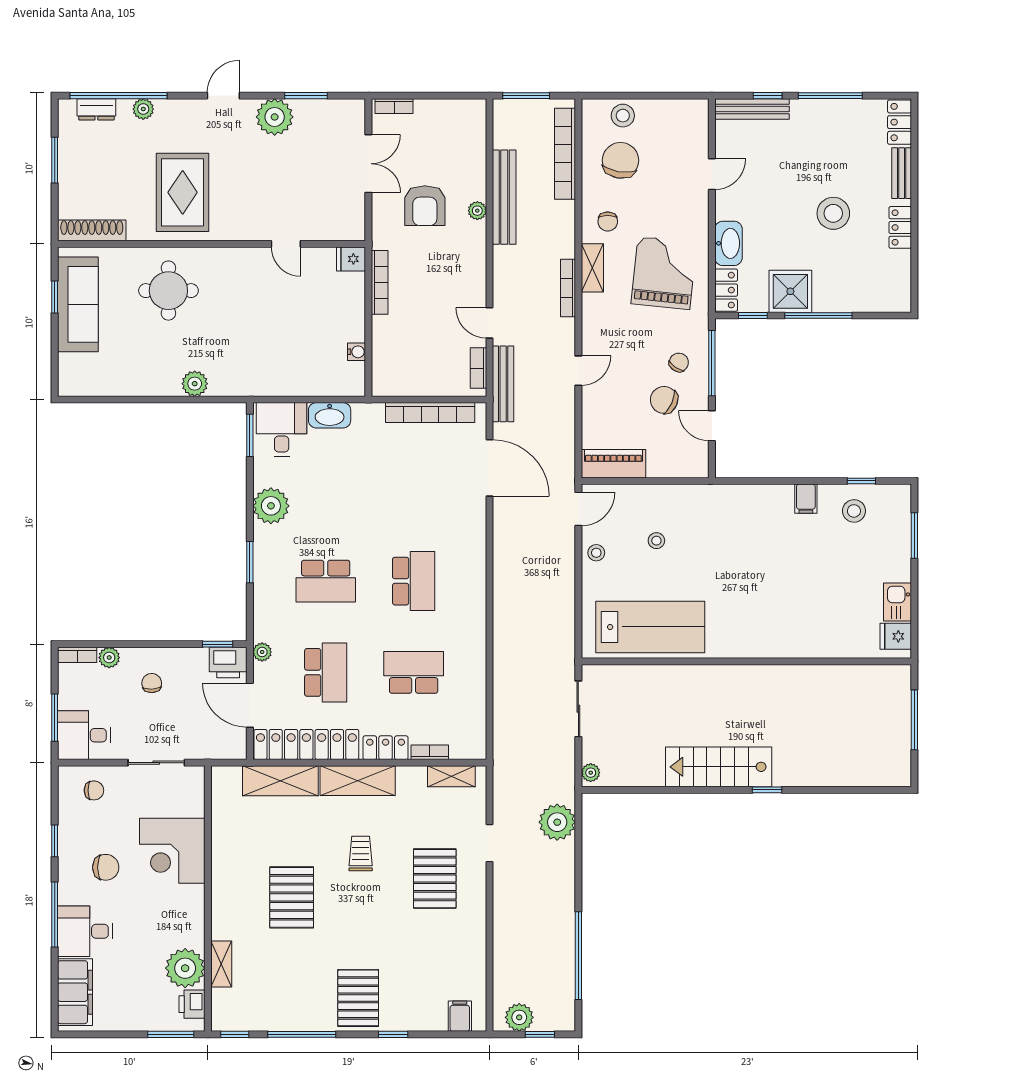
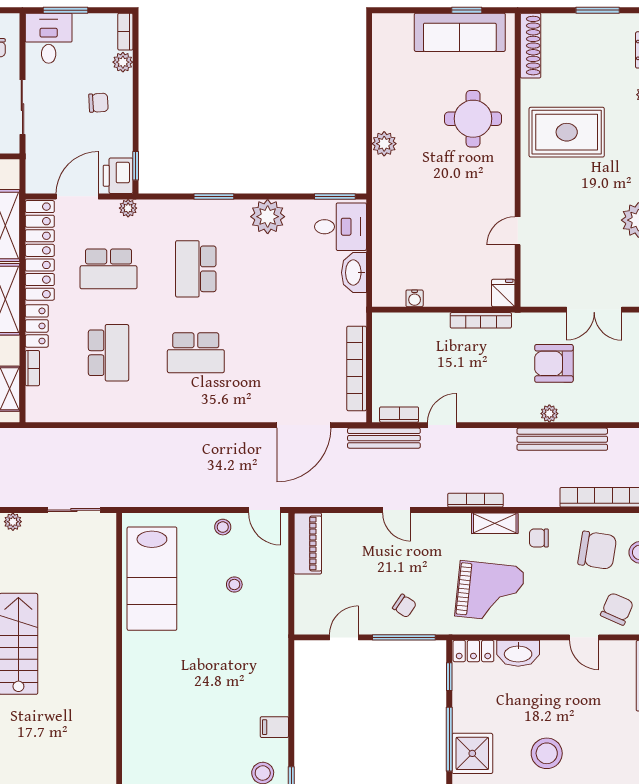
shower: (790, 291) -> (472, 753), moved
chair: (664, 400) -> (617, 609), moved

